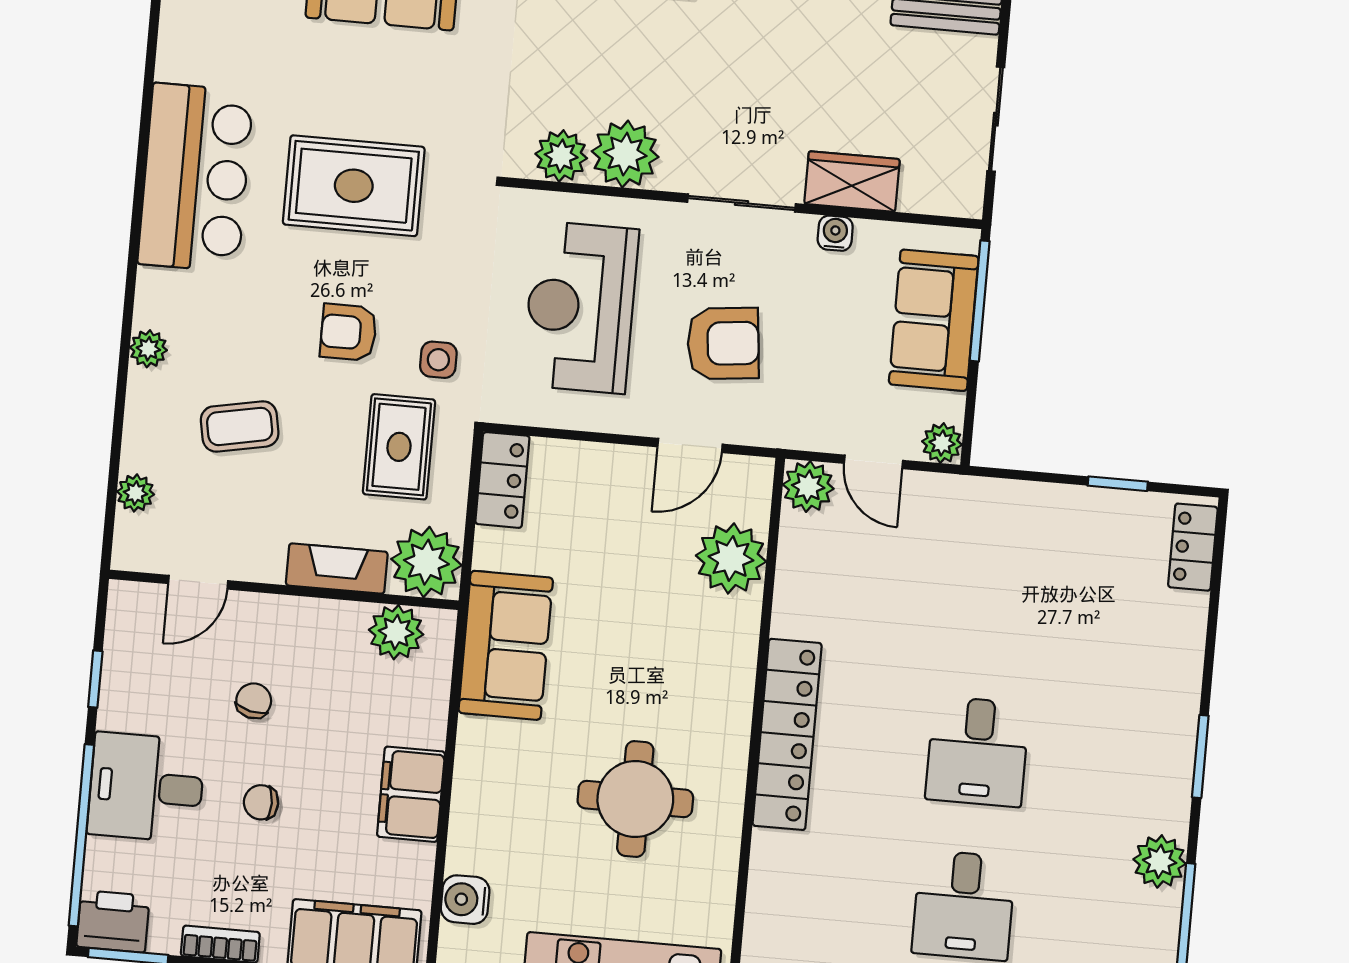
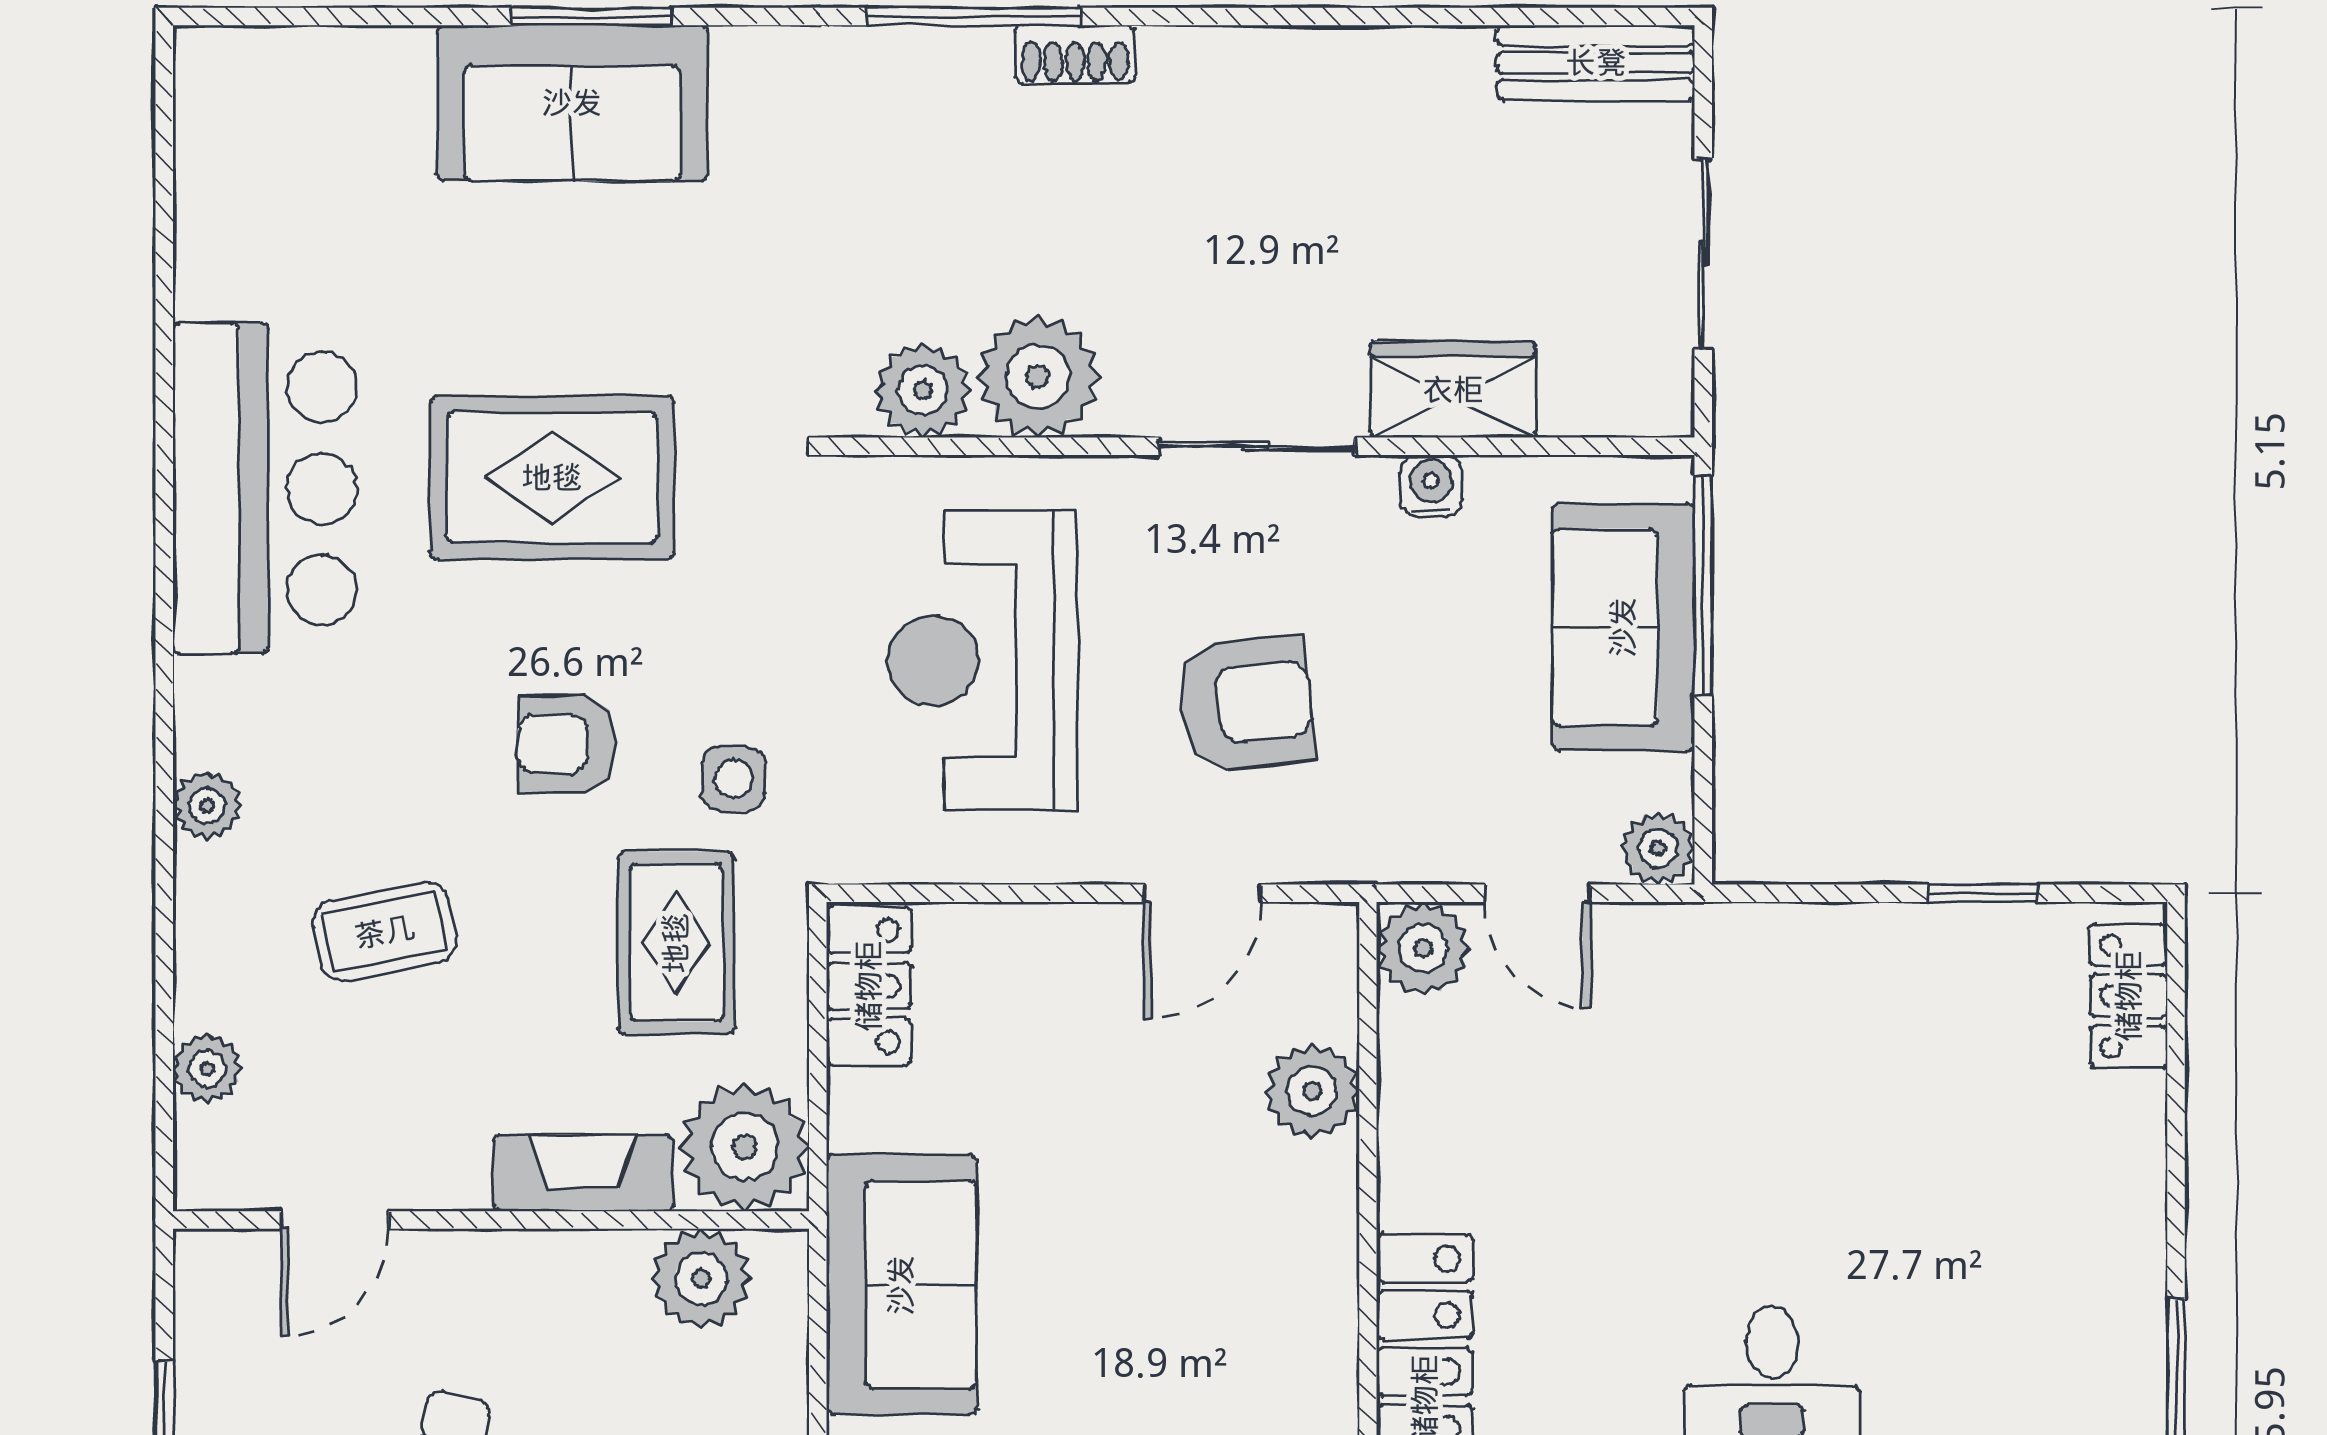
plant: (731, 558) -> (1312, 1091), width x0.73, depth x0.73

